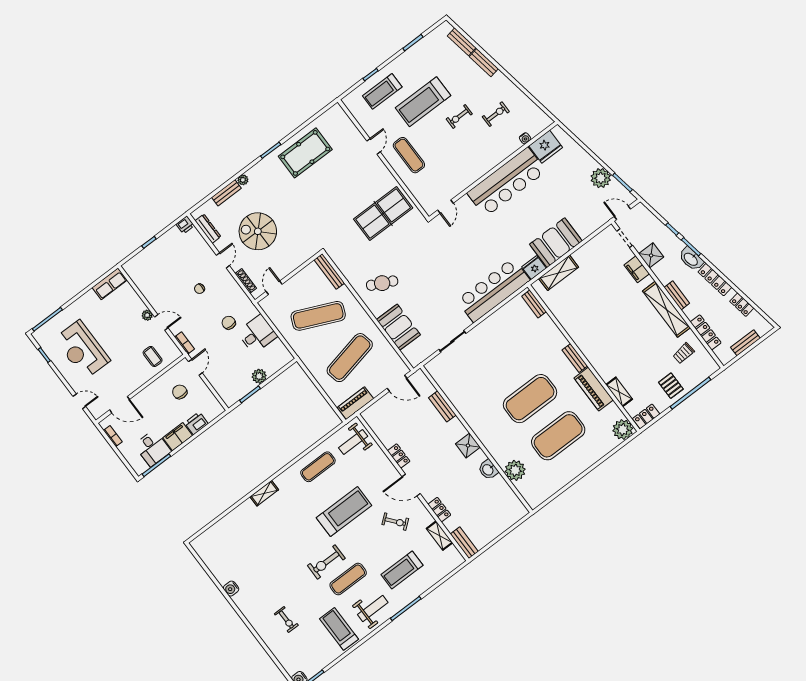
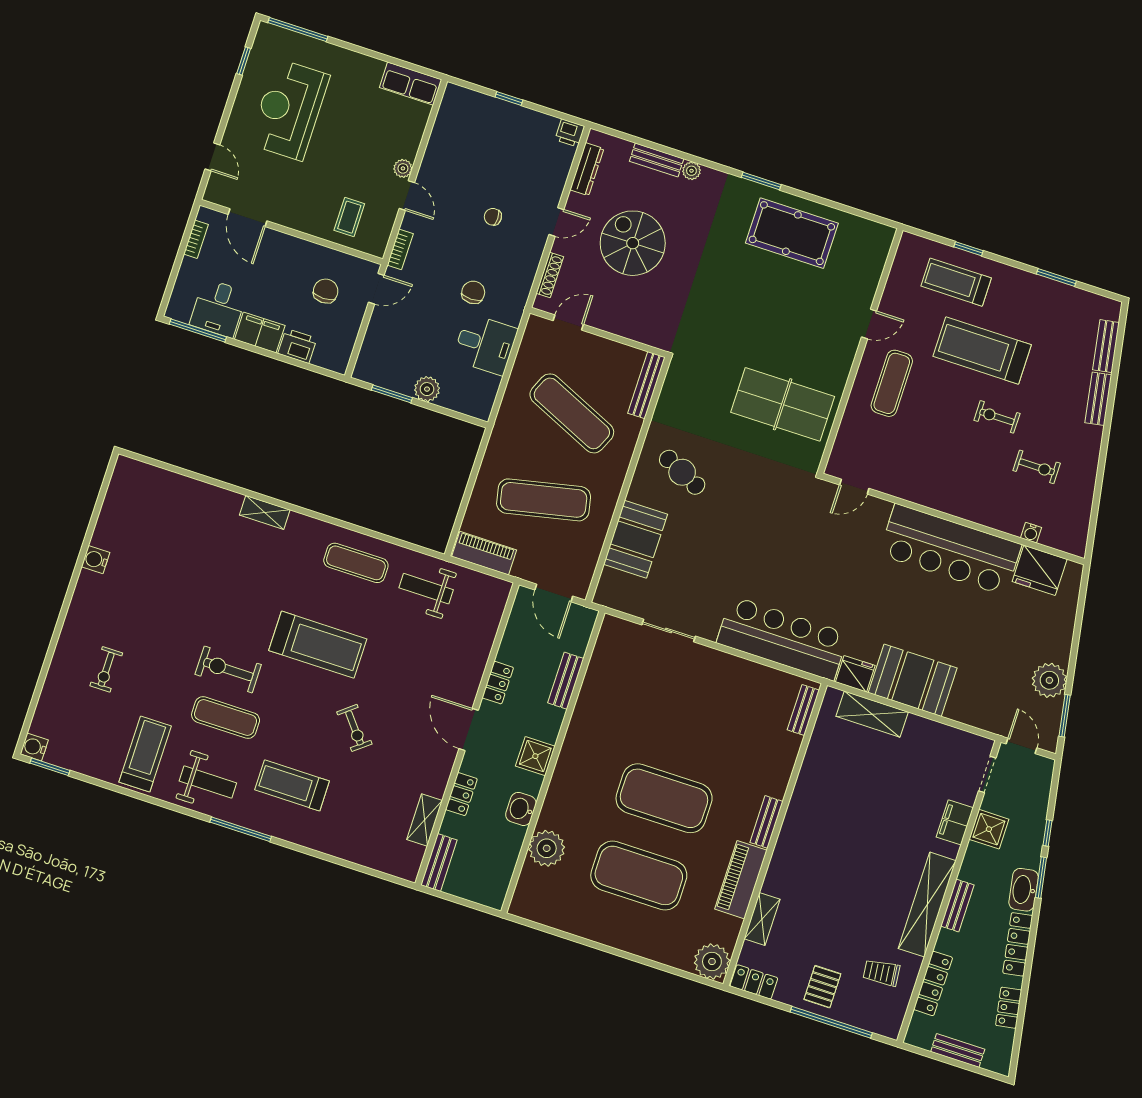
locker: (399, 456) -> (498, 683), moved
door: (411, 485) -> (469, 729), moved
wall: (413, 487) -> (467, 734), moved
locker: (439, 510) -> (461, 794), moved
shelving: (439, 536) -> (425, 820), moved
bench: (464, 543) -> (439, 862), moved

